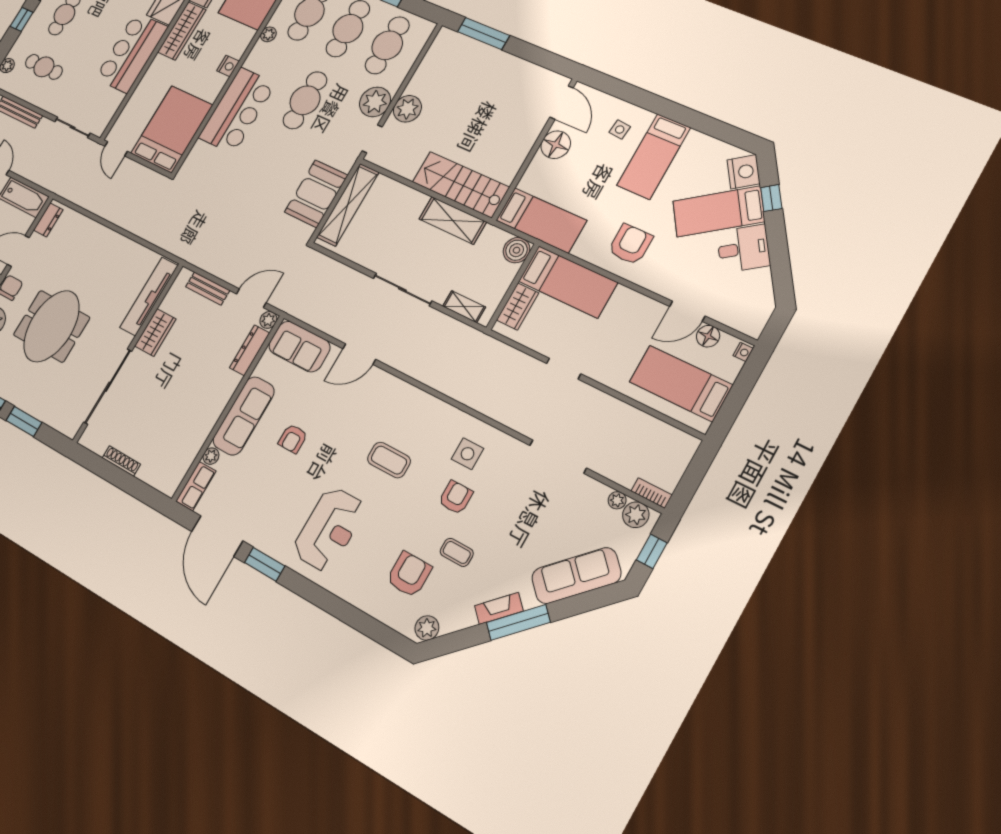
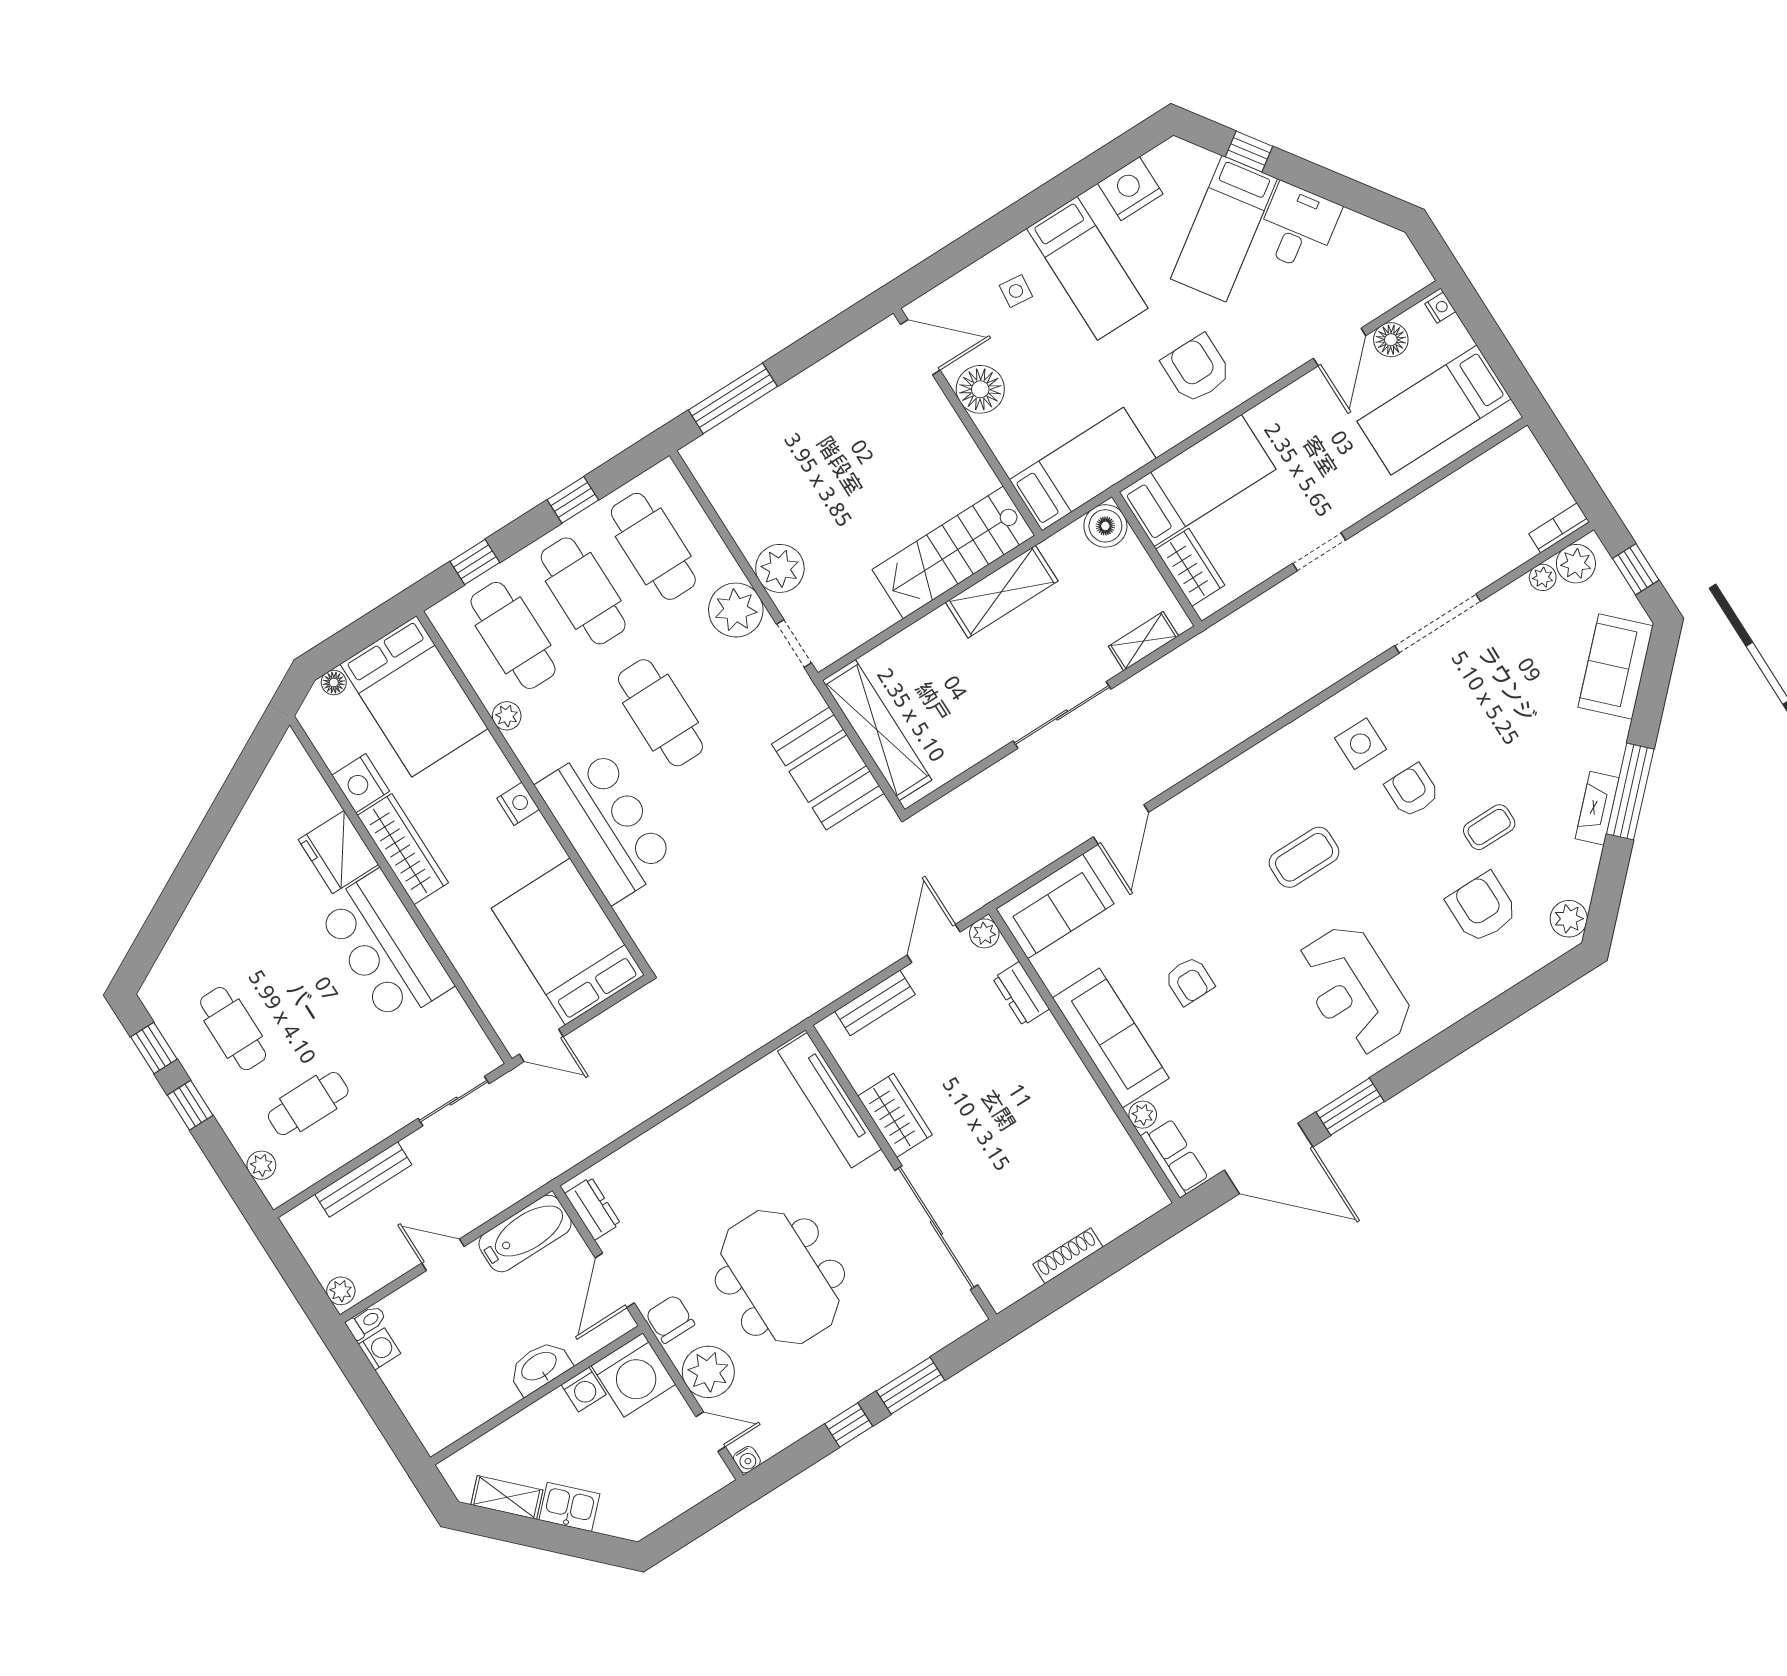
nightstand: (744, 172) -> (1130, 189), moved, turned -55
dresser: (250, 350) -> (1021, 994), width x0.70
reception desk: (329, 529) -> (1353, 990), turned 180
sofa: (576, 576) -> (1616, 667), width x0.73

